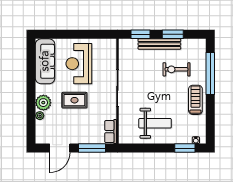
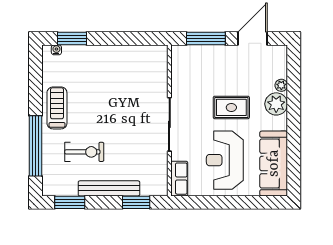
window: (173, 34) -> (70, 202), moved
reception desk: (79, 64) -> (225, 160), turned 180
treadmill: (195, 100) -> (57, 108), turned 180
weight bench: (155, 123) -> (115, 74), removed
row of seats: (111, 132) -> (179, 179), moved

